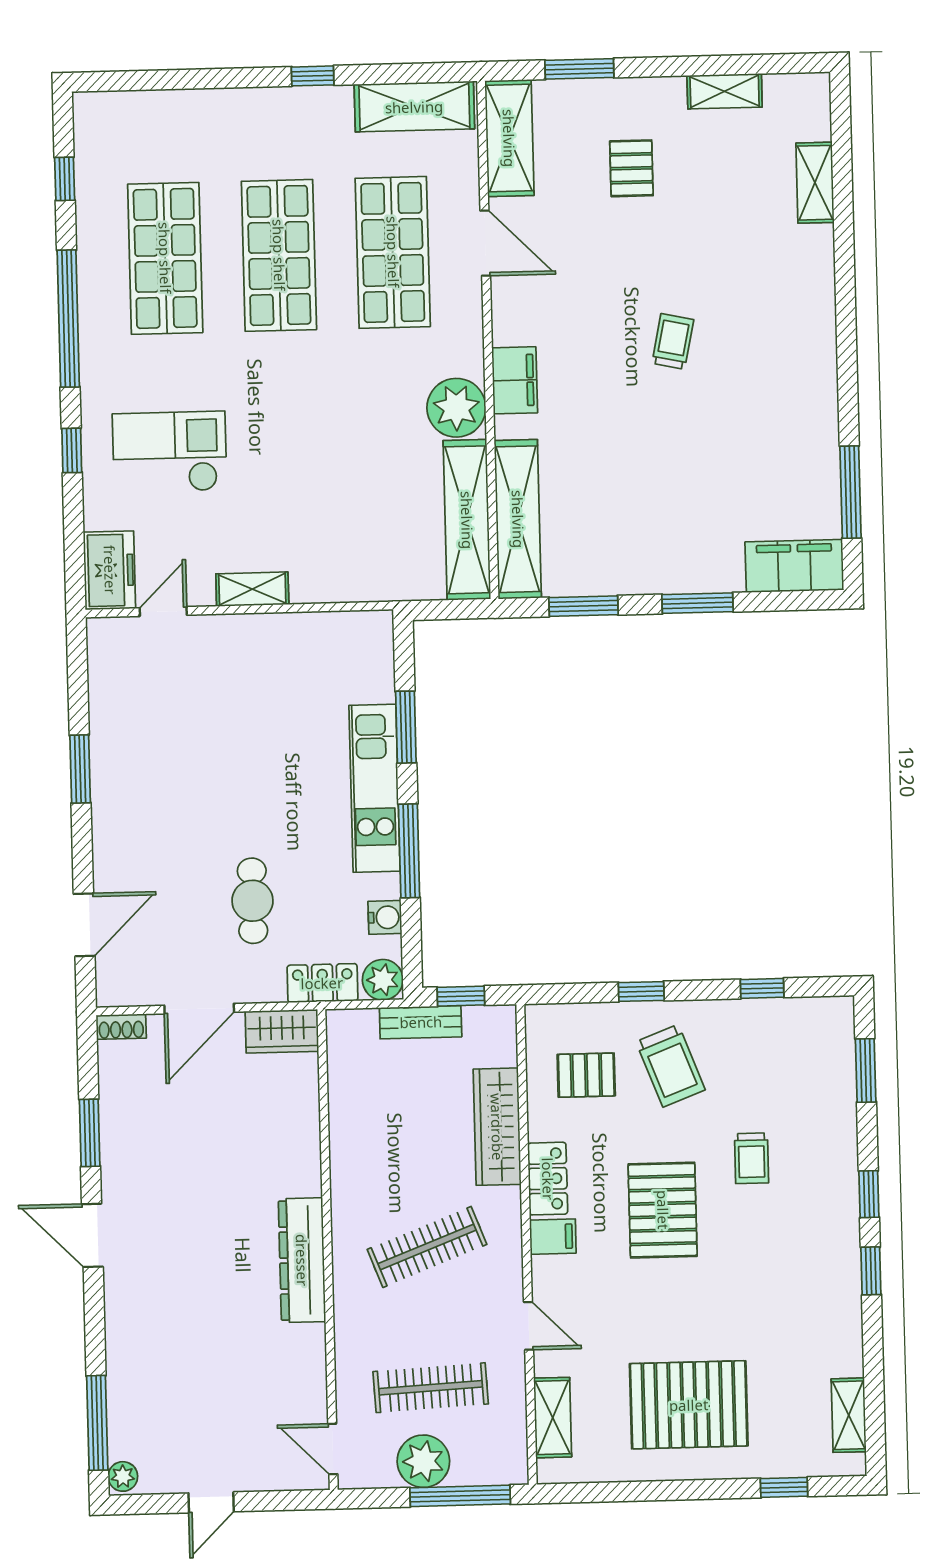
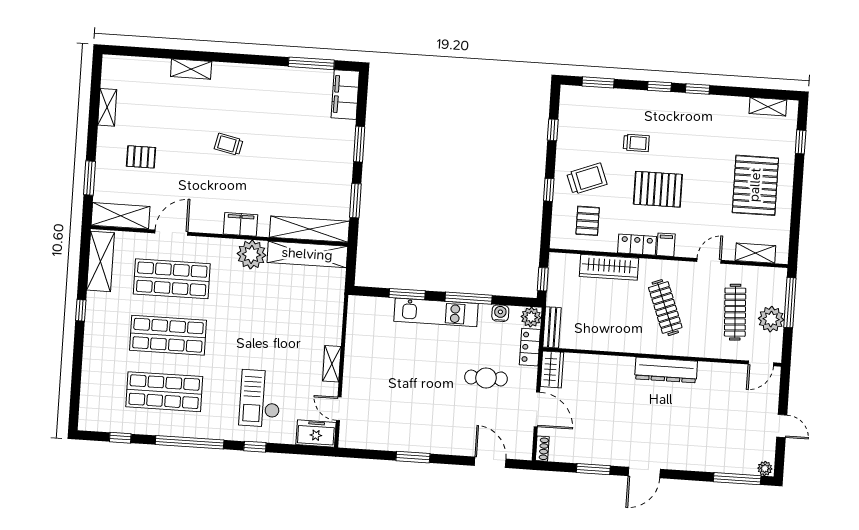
shelving: (815, 183) -> (191, 69), moved
bench: (421, 1022) -> (552, 327), moved

